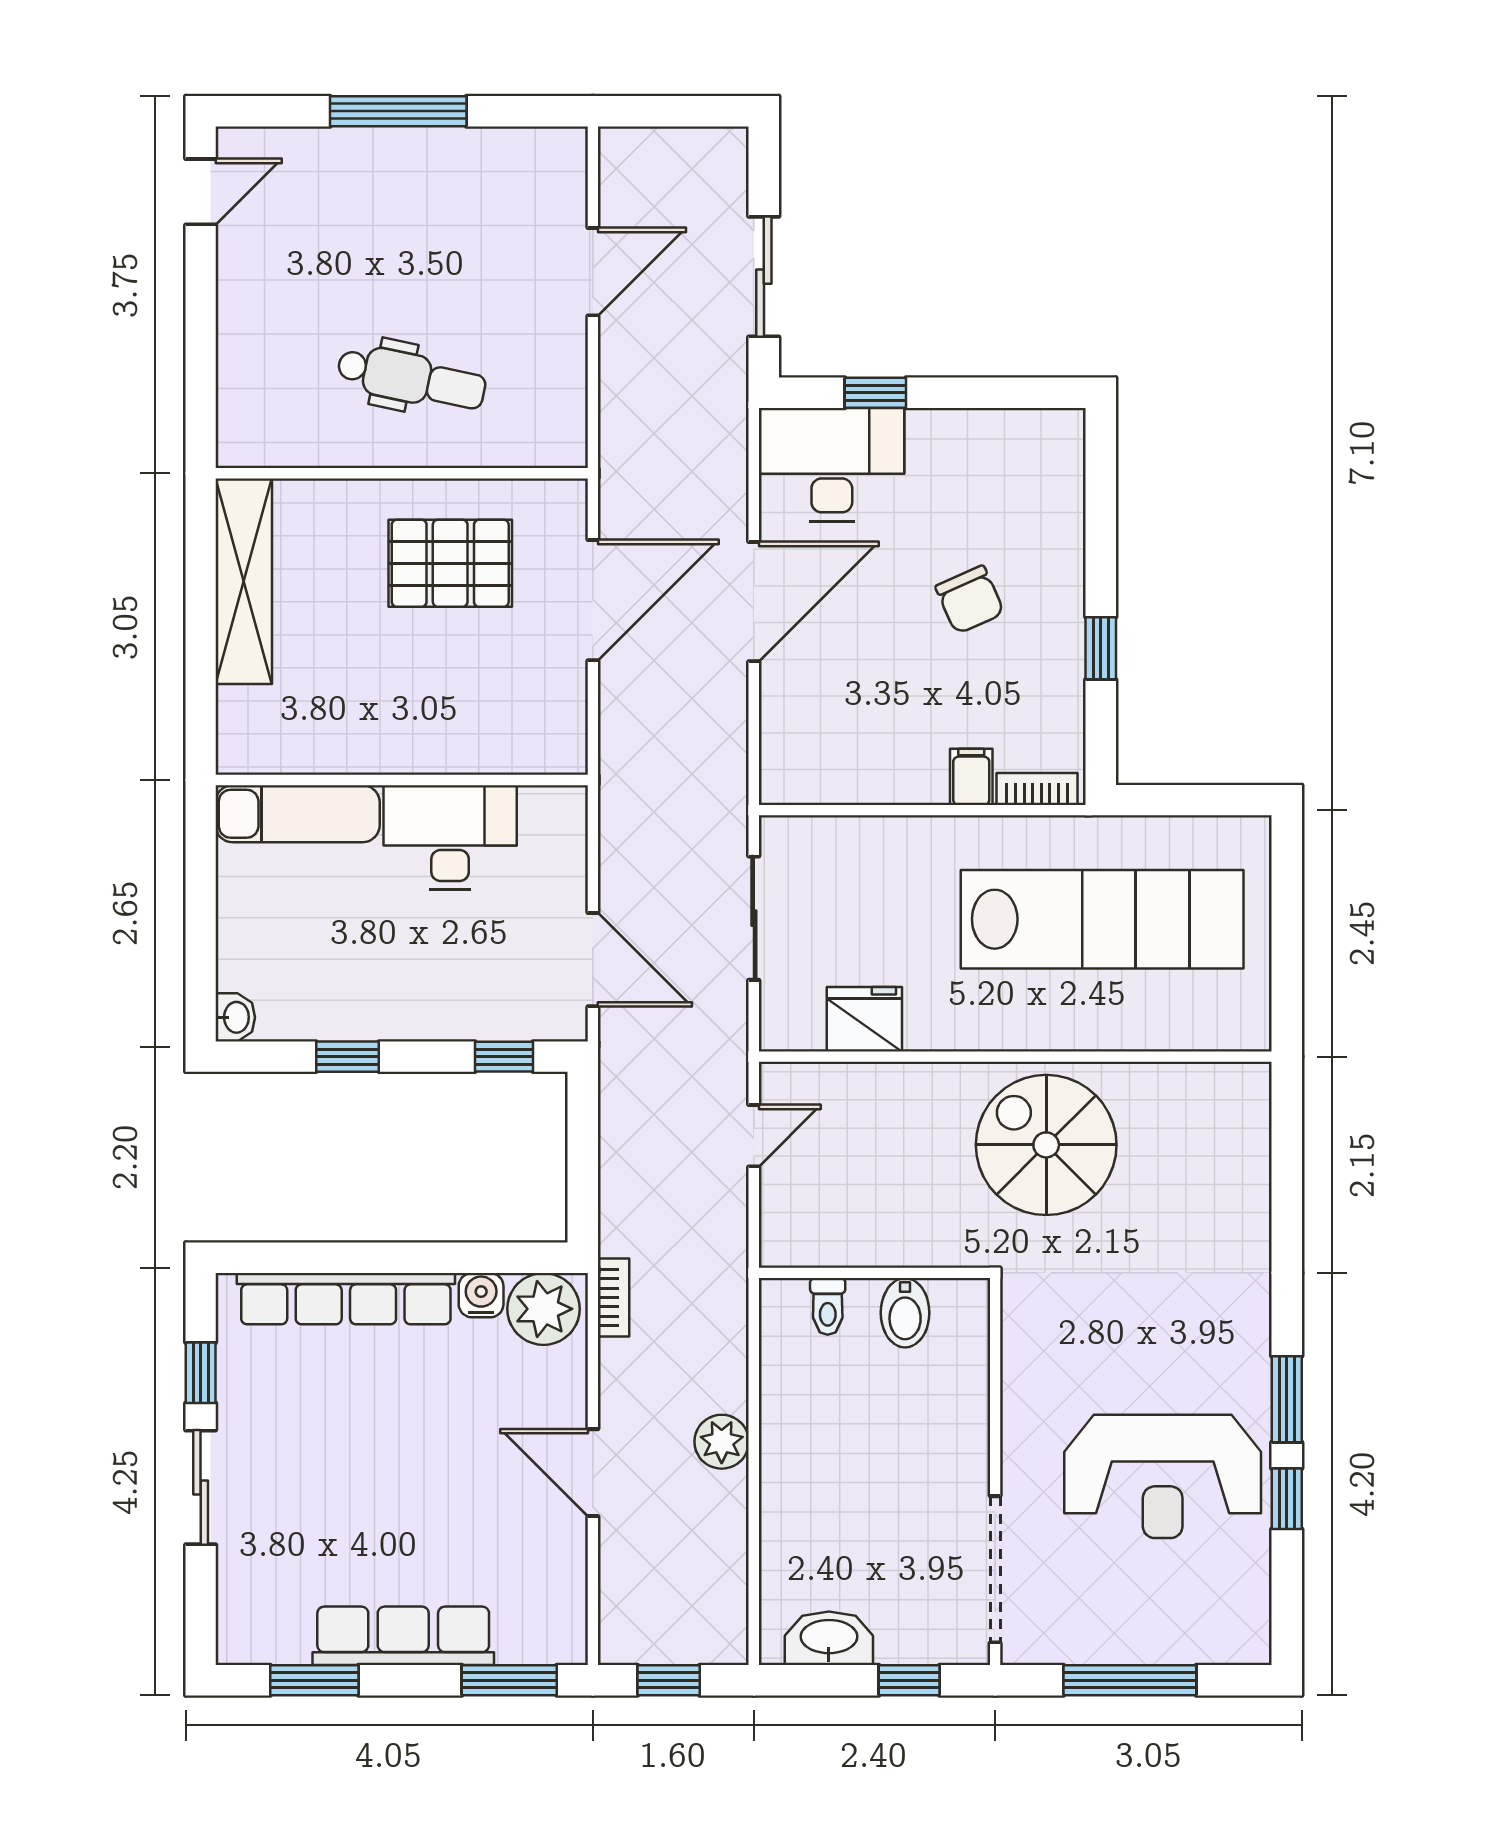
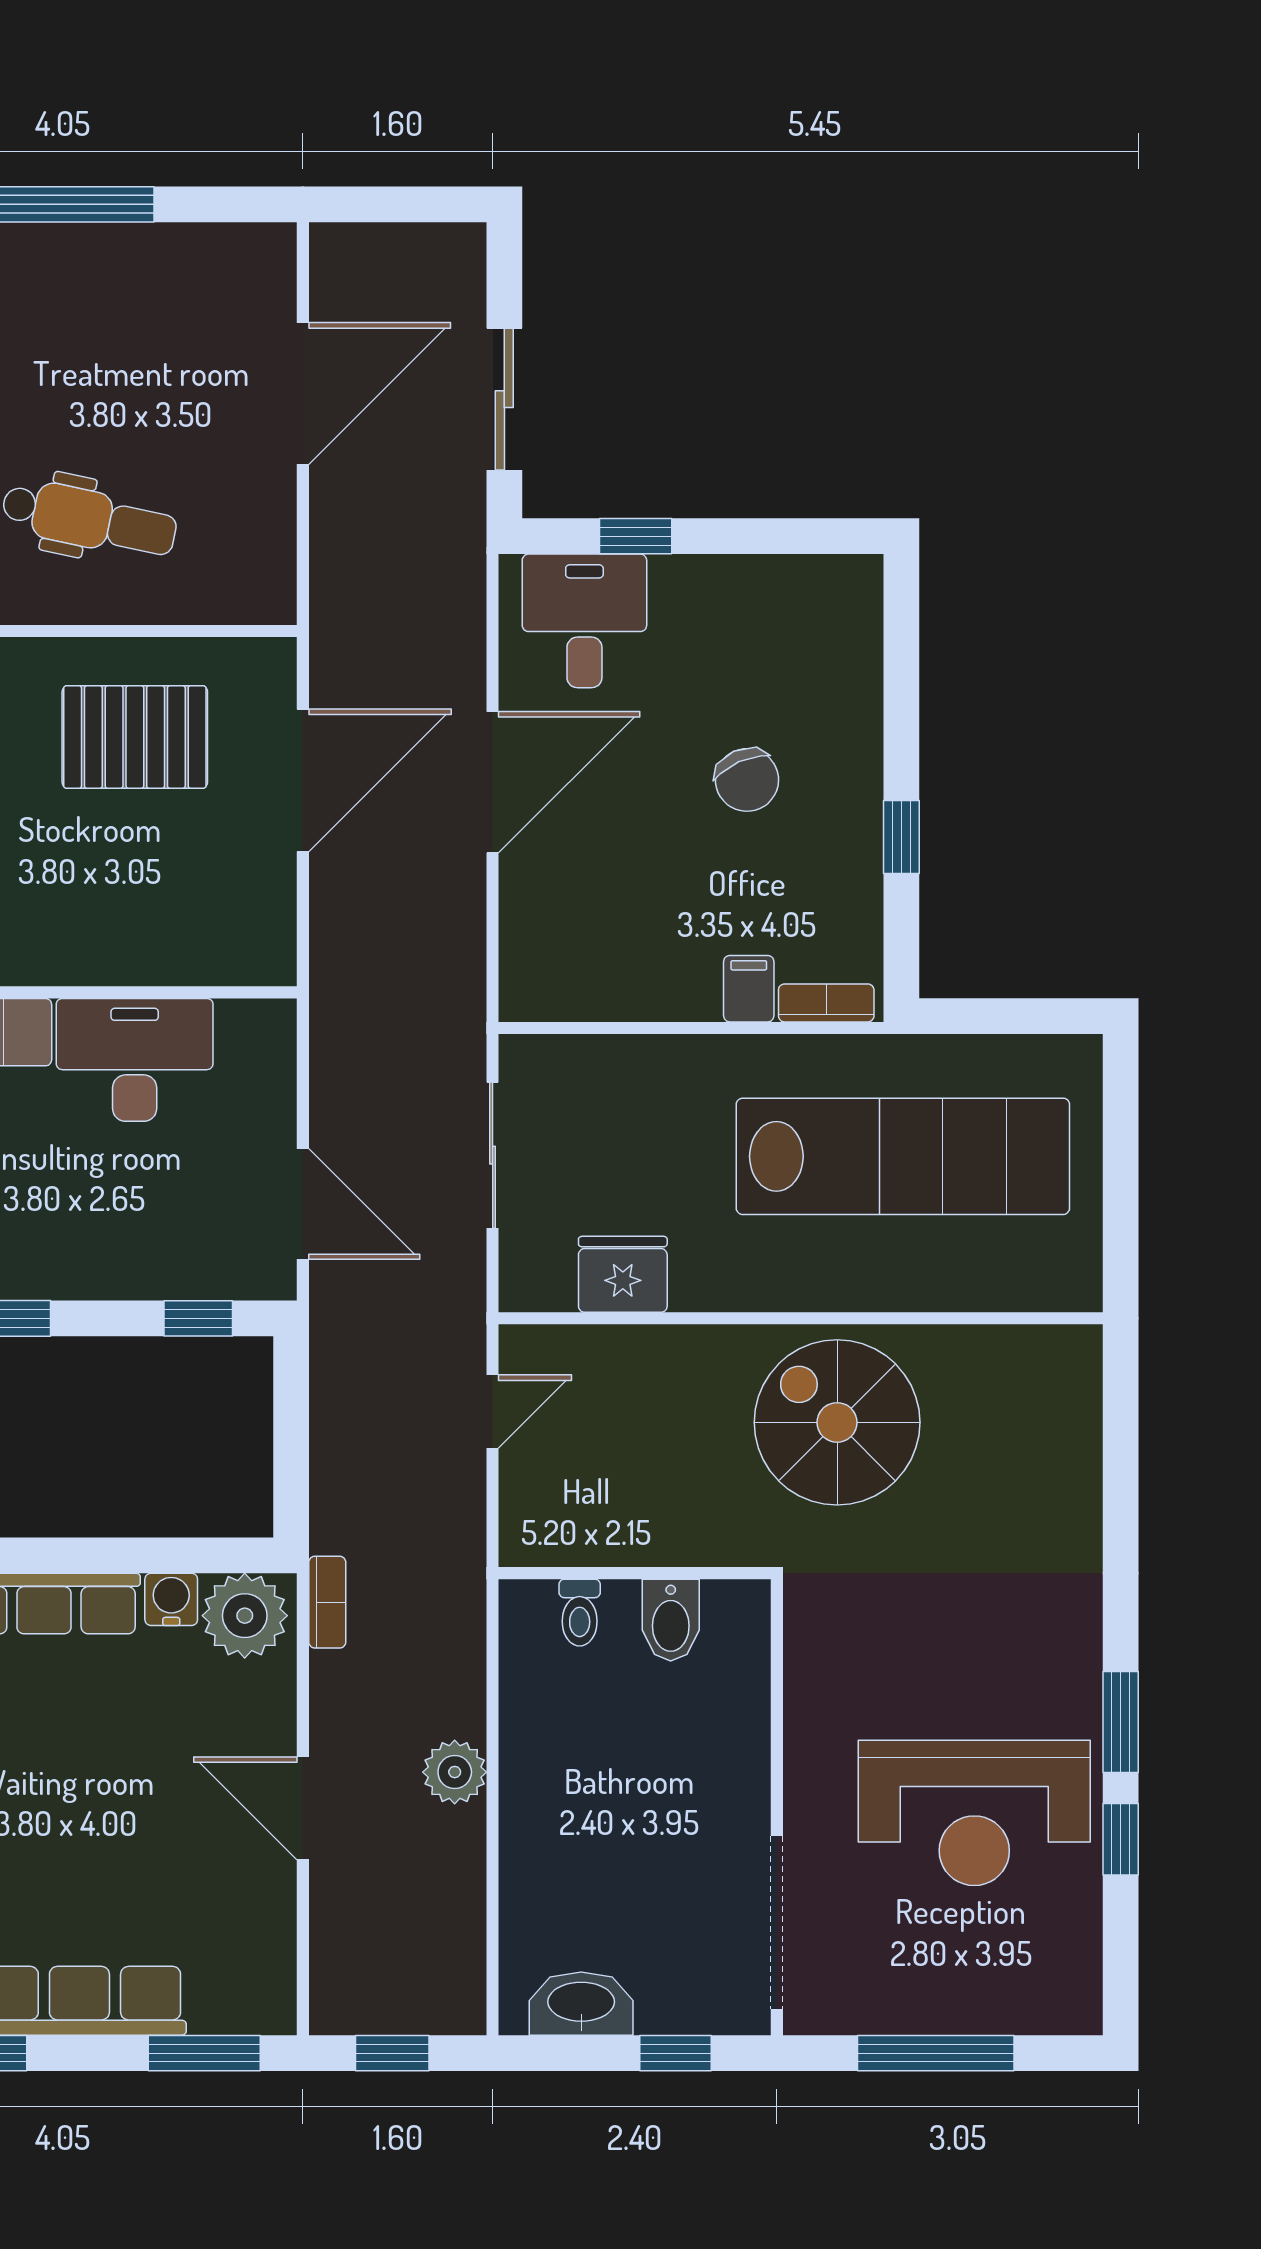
door: (593, 272) -> (303, 394), width x1.36
desk: (832, 465) -> (584, 621), width x0.73

